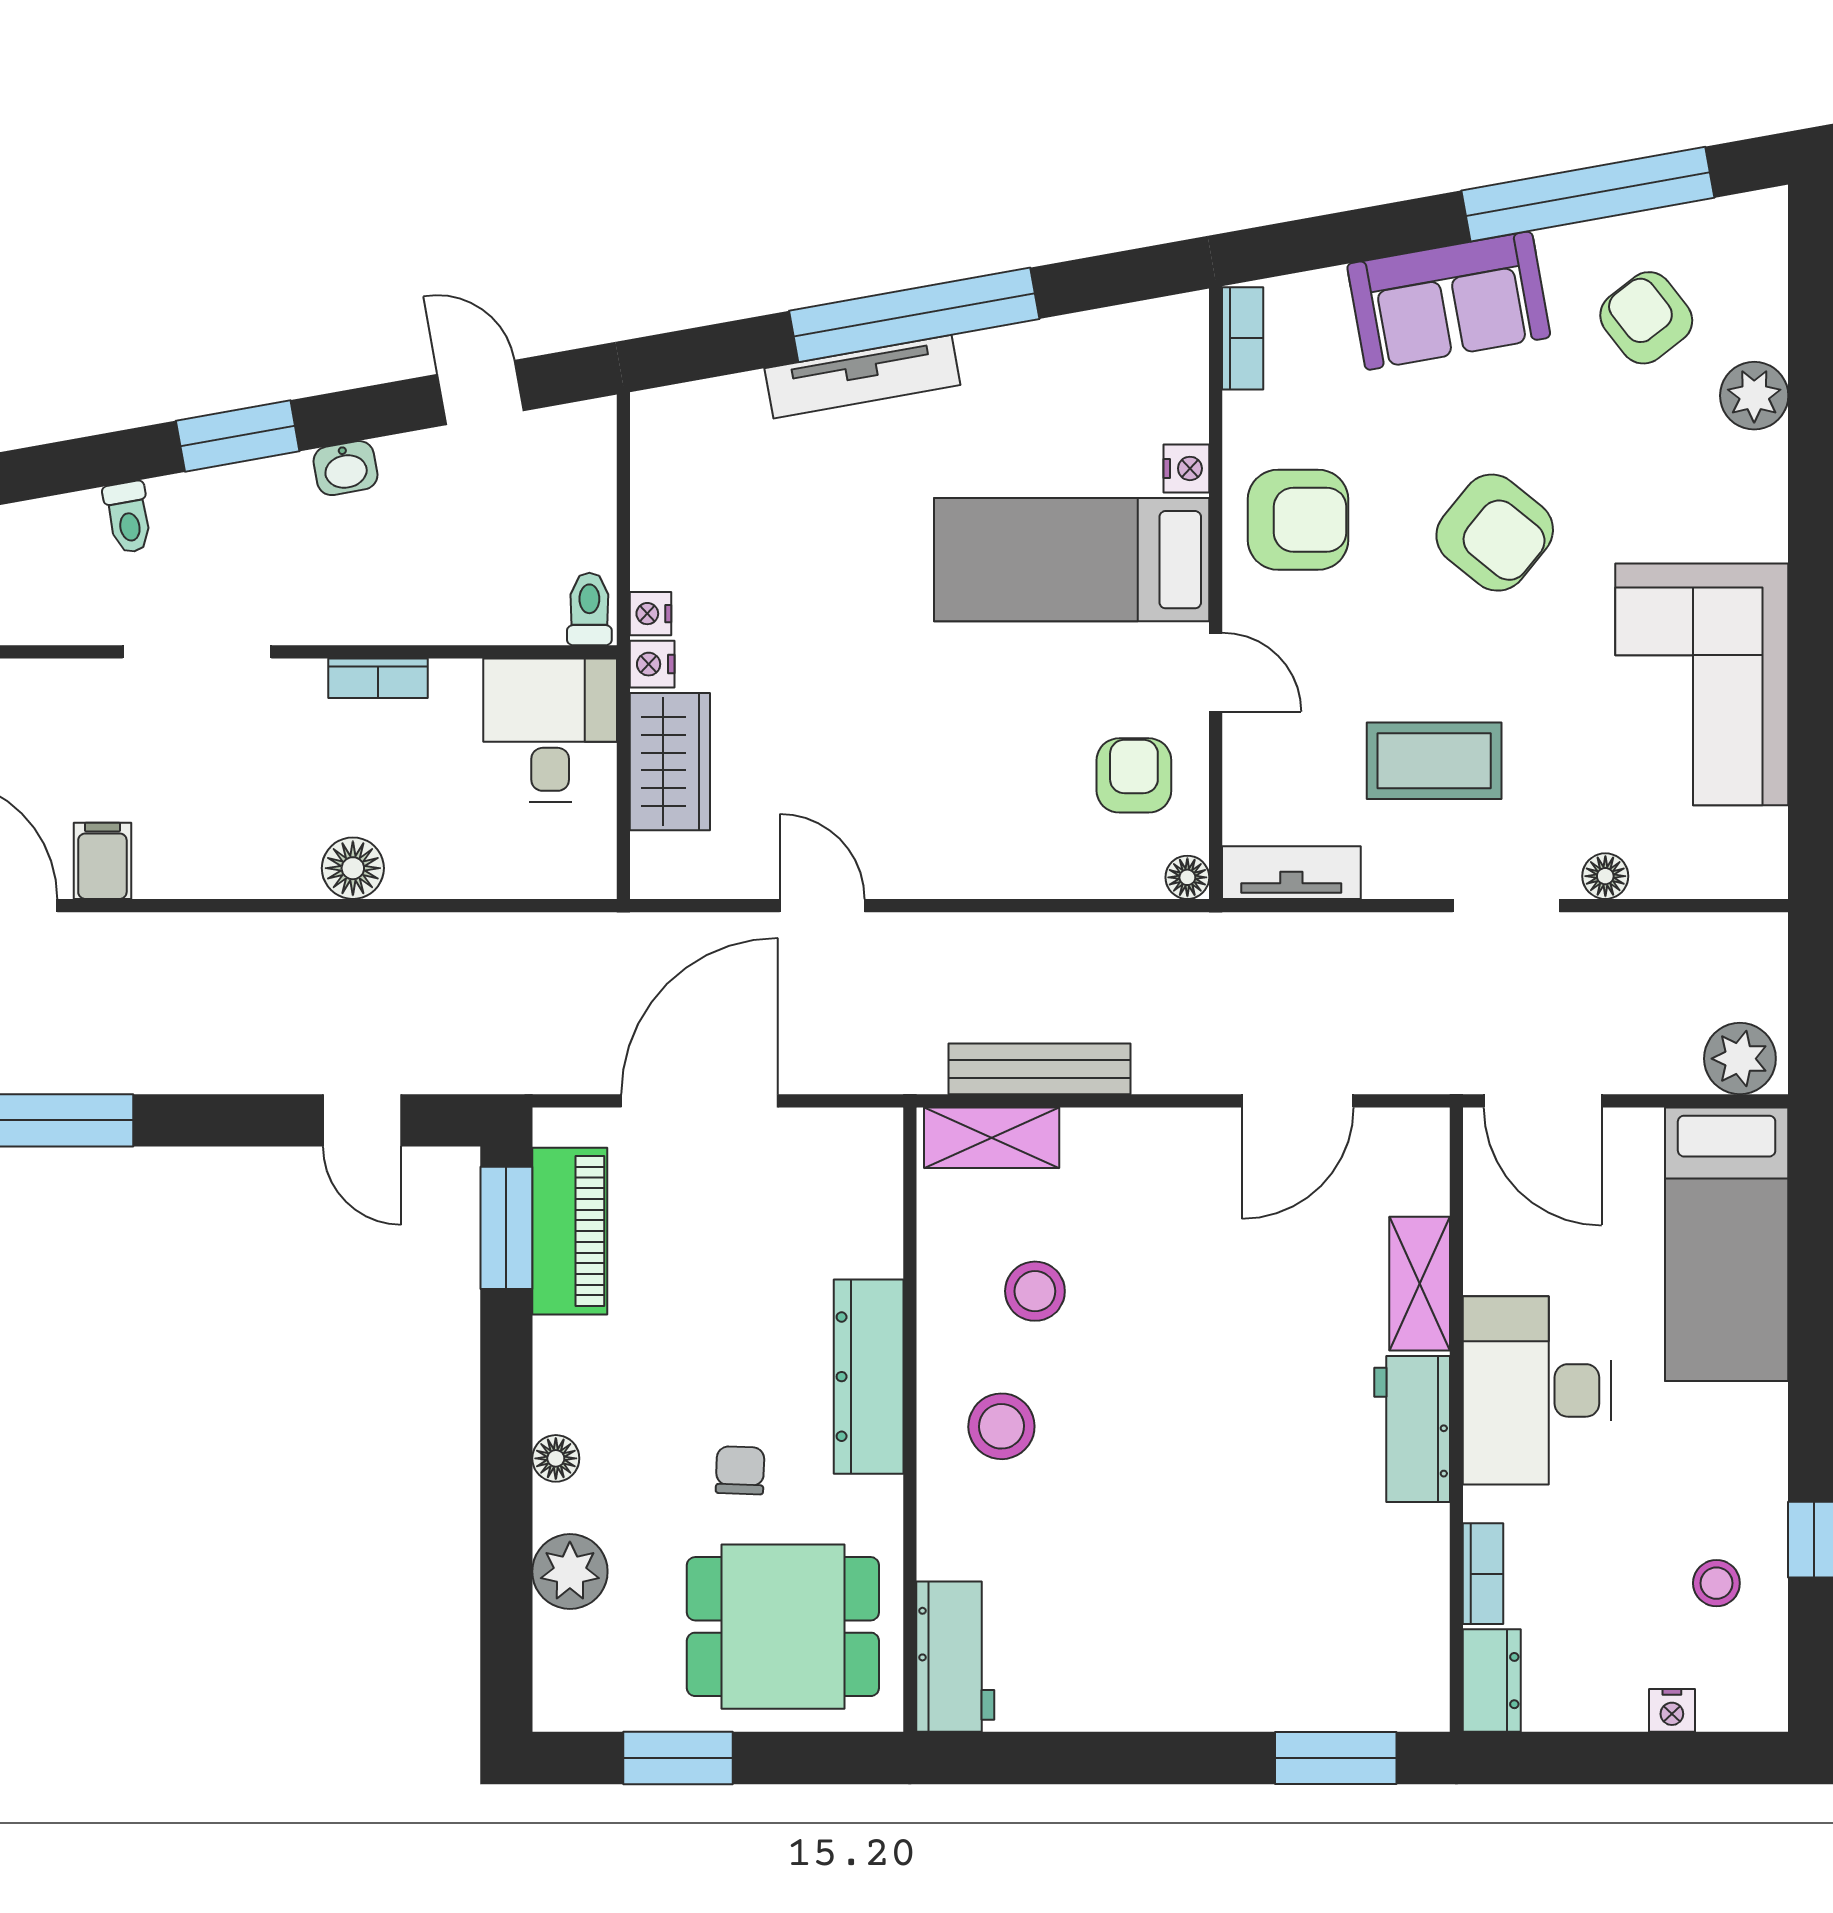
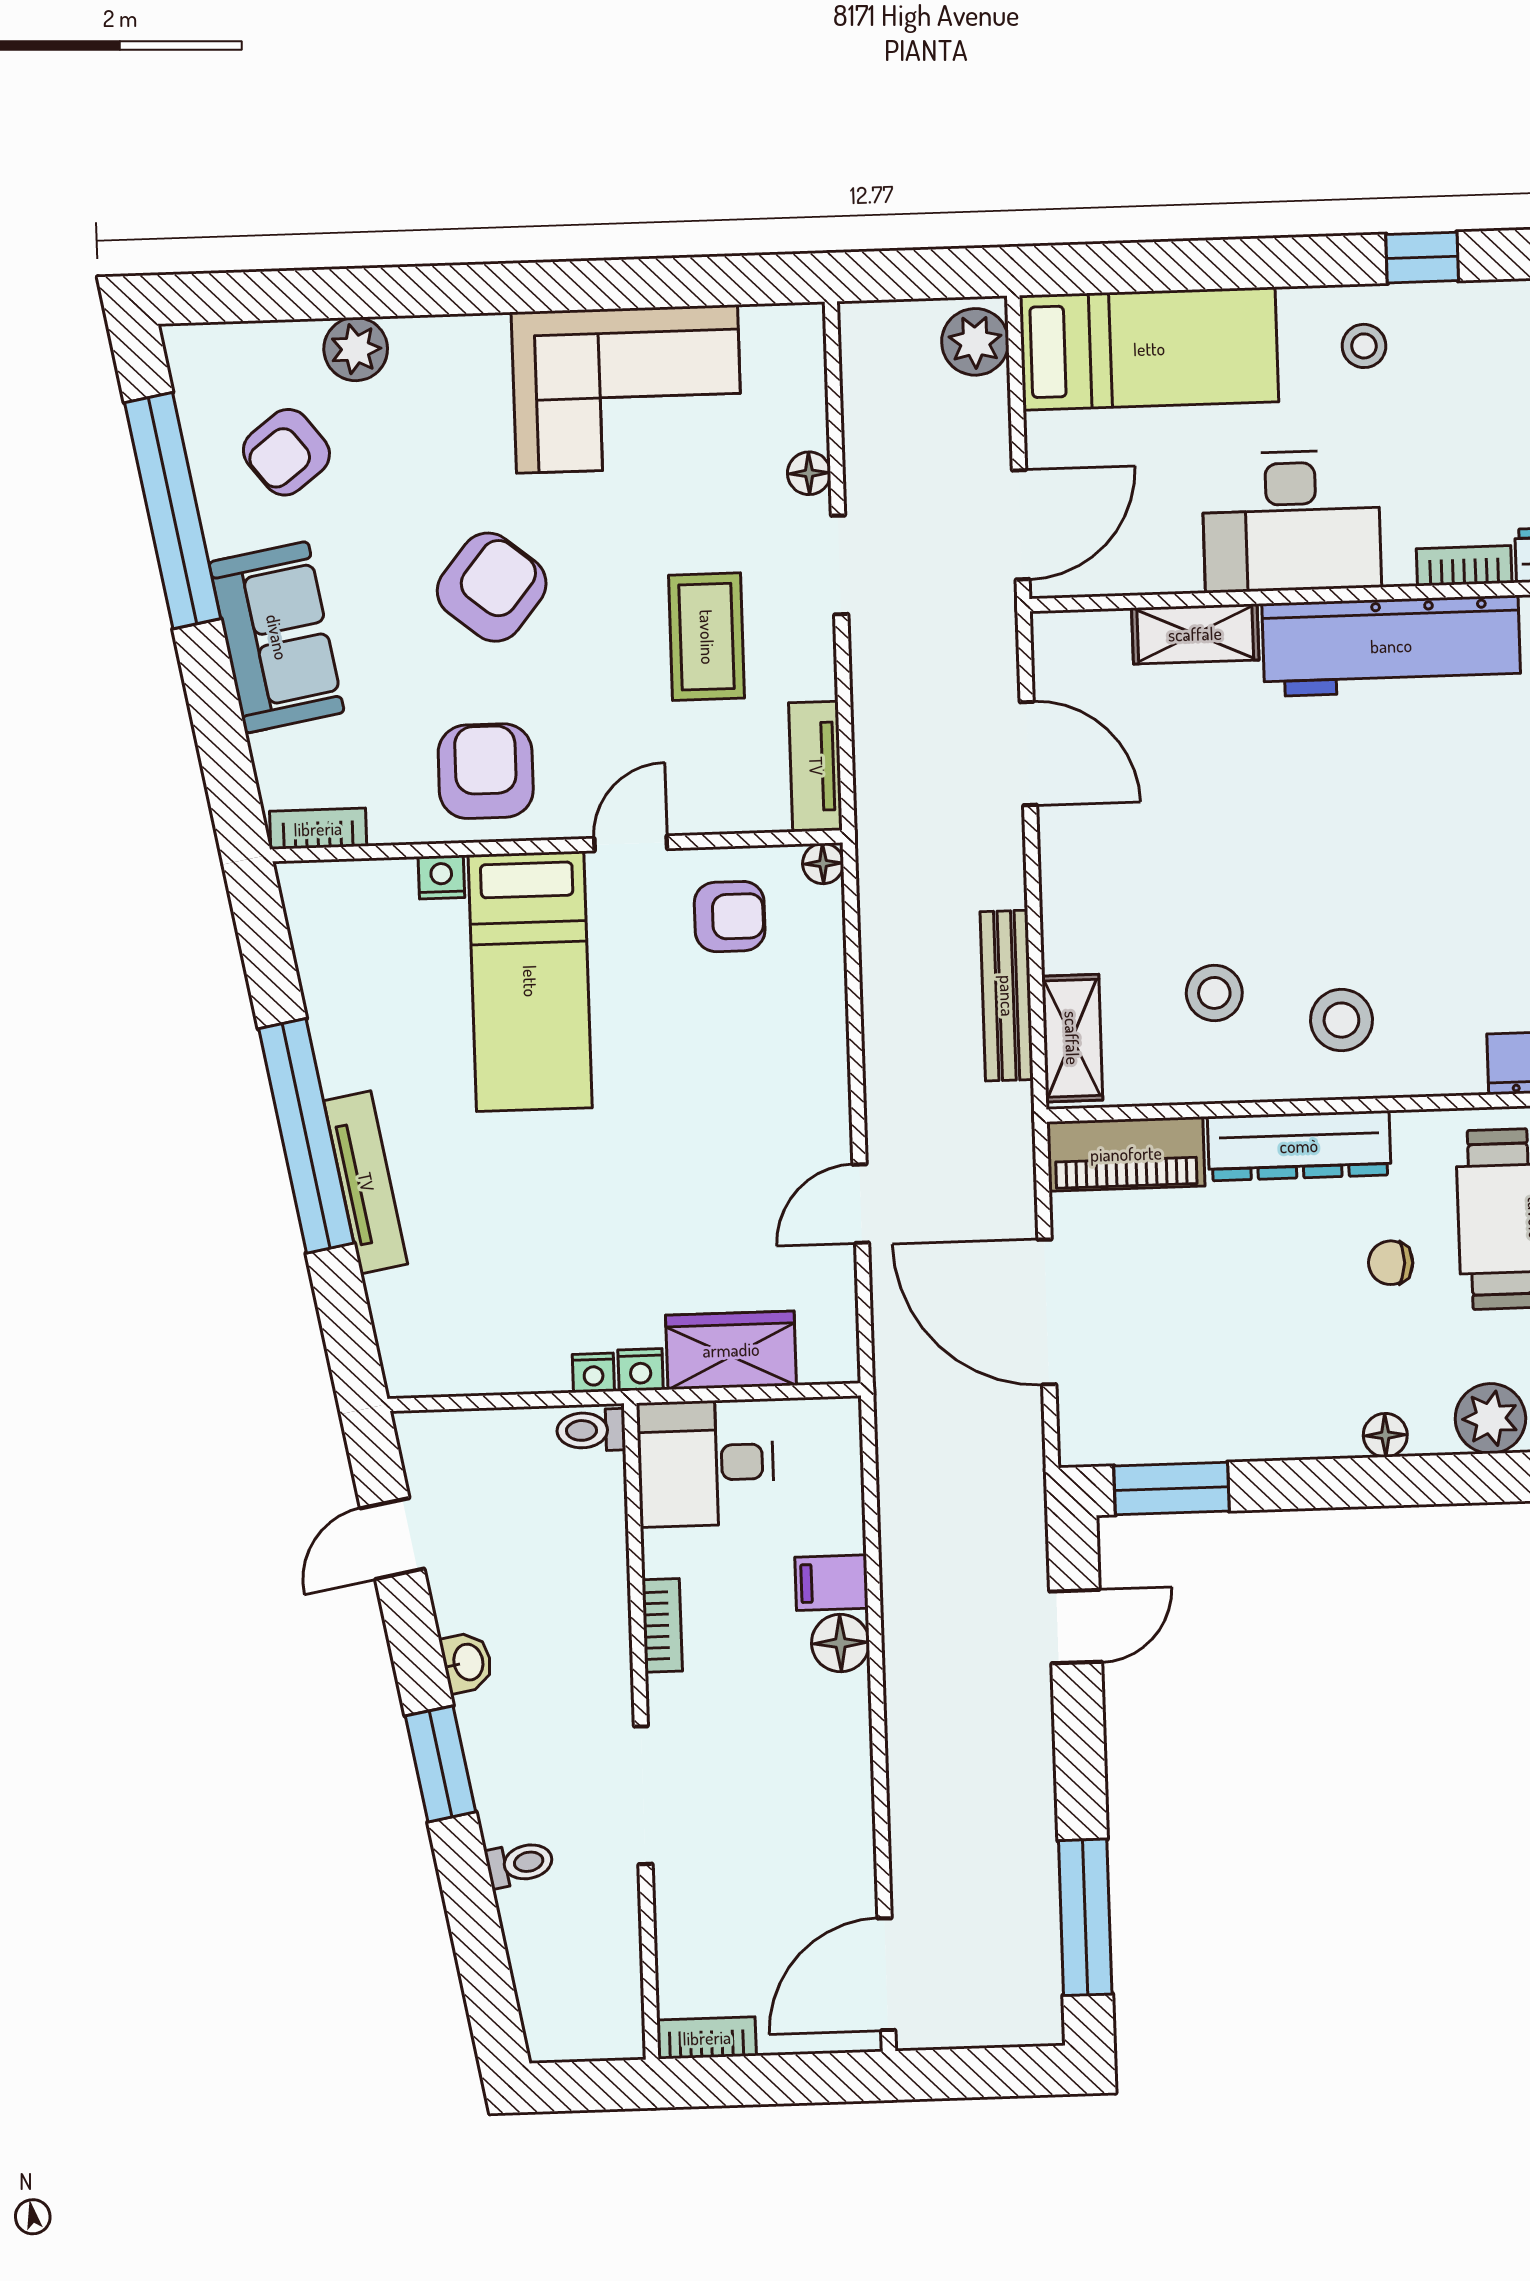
armchair: (1134, 775) -> (730, 917), turned 180
filing cabinet: (102, 861) -> (832, 1583), moved
piano: (570, 1231) -> (1126, 1154), moved, turned 180
workbench: (1412, 1429) -> (1391, 646), width x1.88, depth x1.32
stool: (1716, 1583) -> (1364, 346), moved

